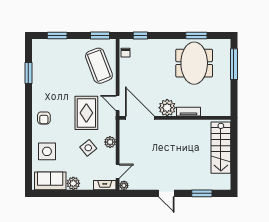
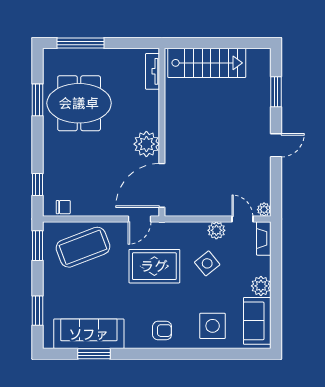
sofa: (42, 70) -> (89, 334), added
tv unit: (188, 112) -> (152, 71), moved
plant: (110, 142) -> (216, 230), moved

